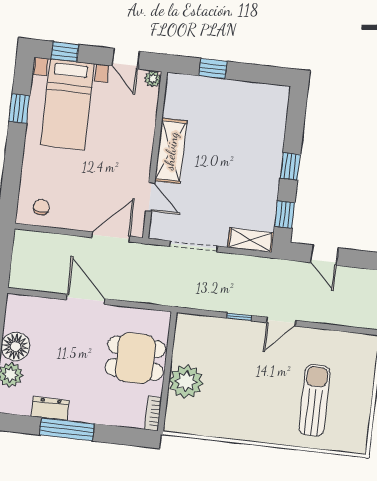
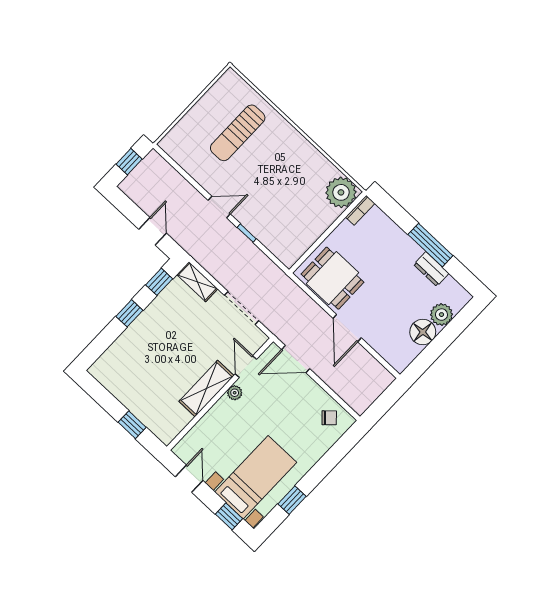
plant: (153, 79) -> (235, 393), moved
chair: (41, 207) -> (329, 418), turned -137
dining table: (135, 358) -> (332, 278), moved
plant: (186, 381) -> (341, 192), moved

